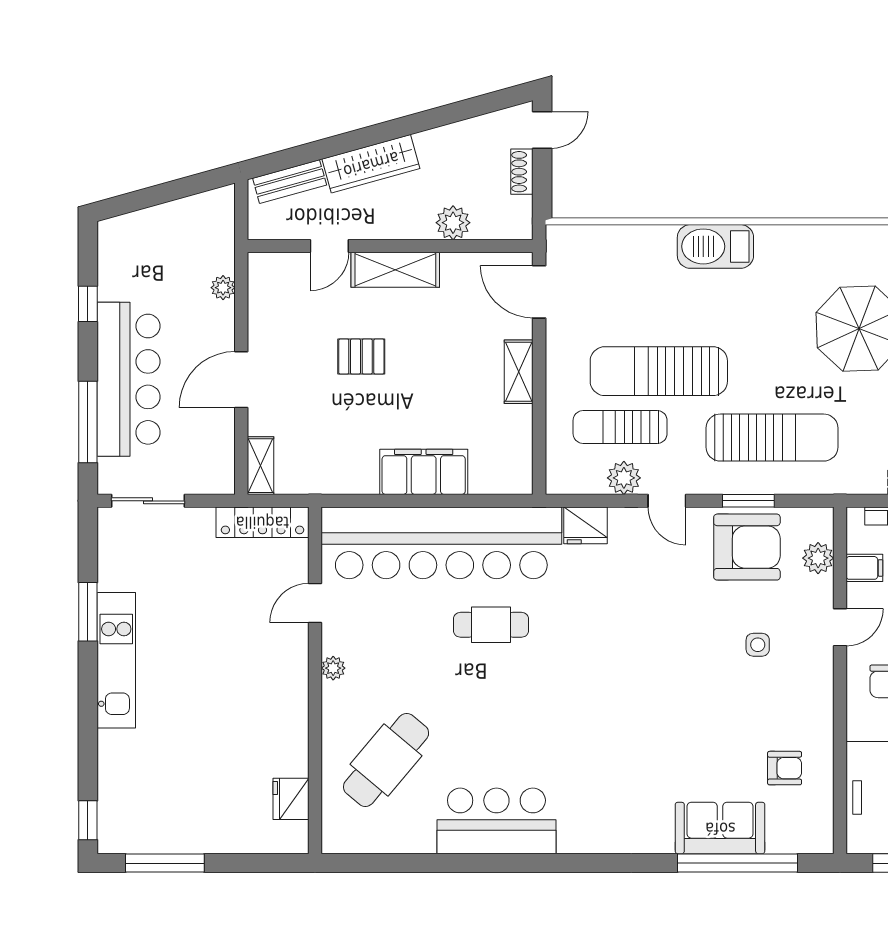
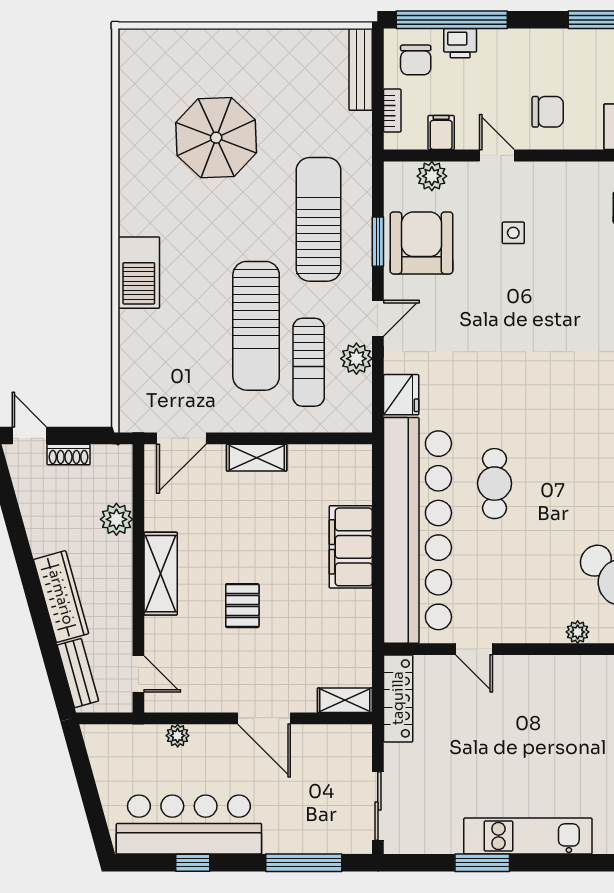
door: (329, 246) -> (138, 674), moved
bar counter: (128, 379) -> (189, 824), moved
plant: (333, 668) -> (578, 632), moved

